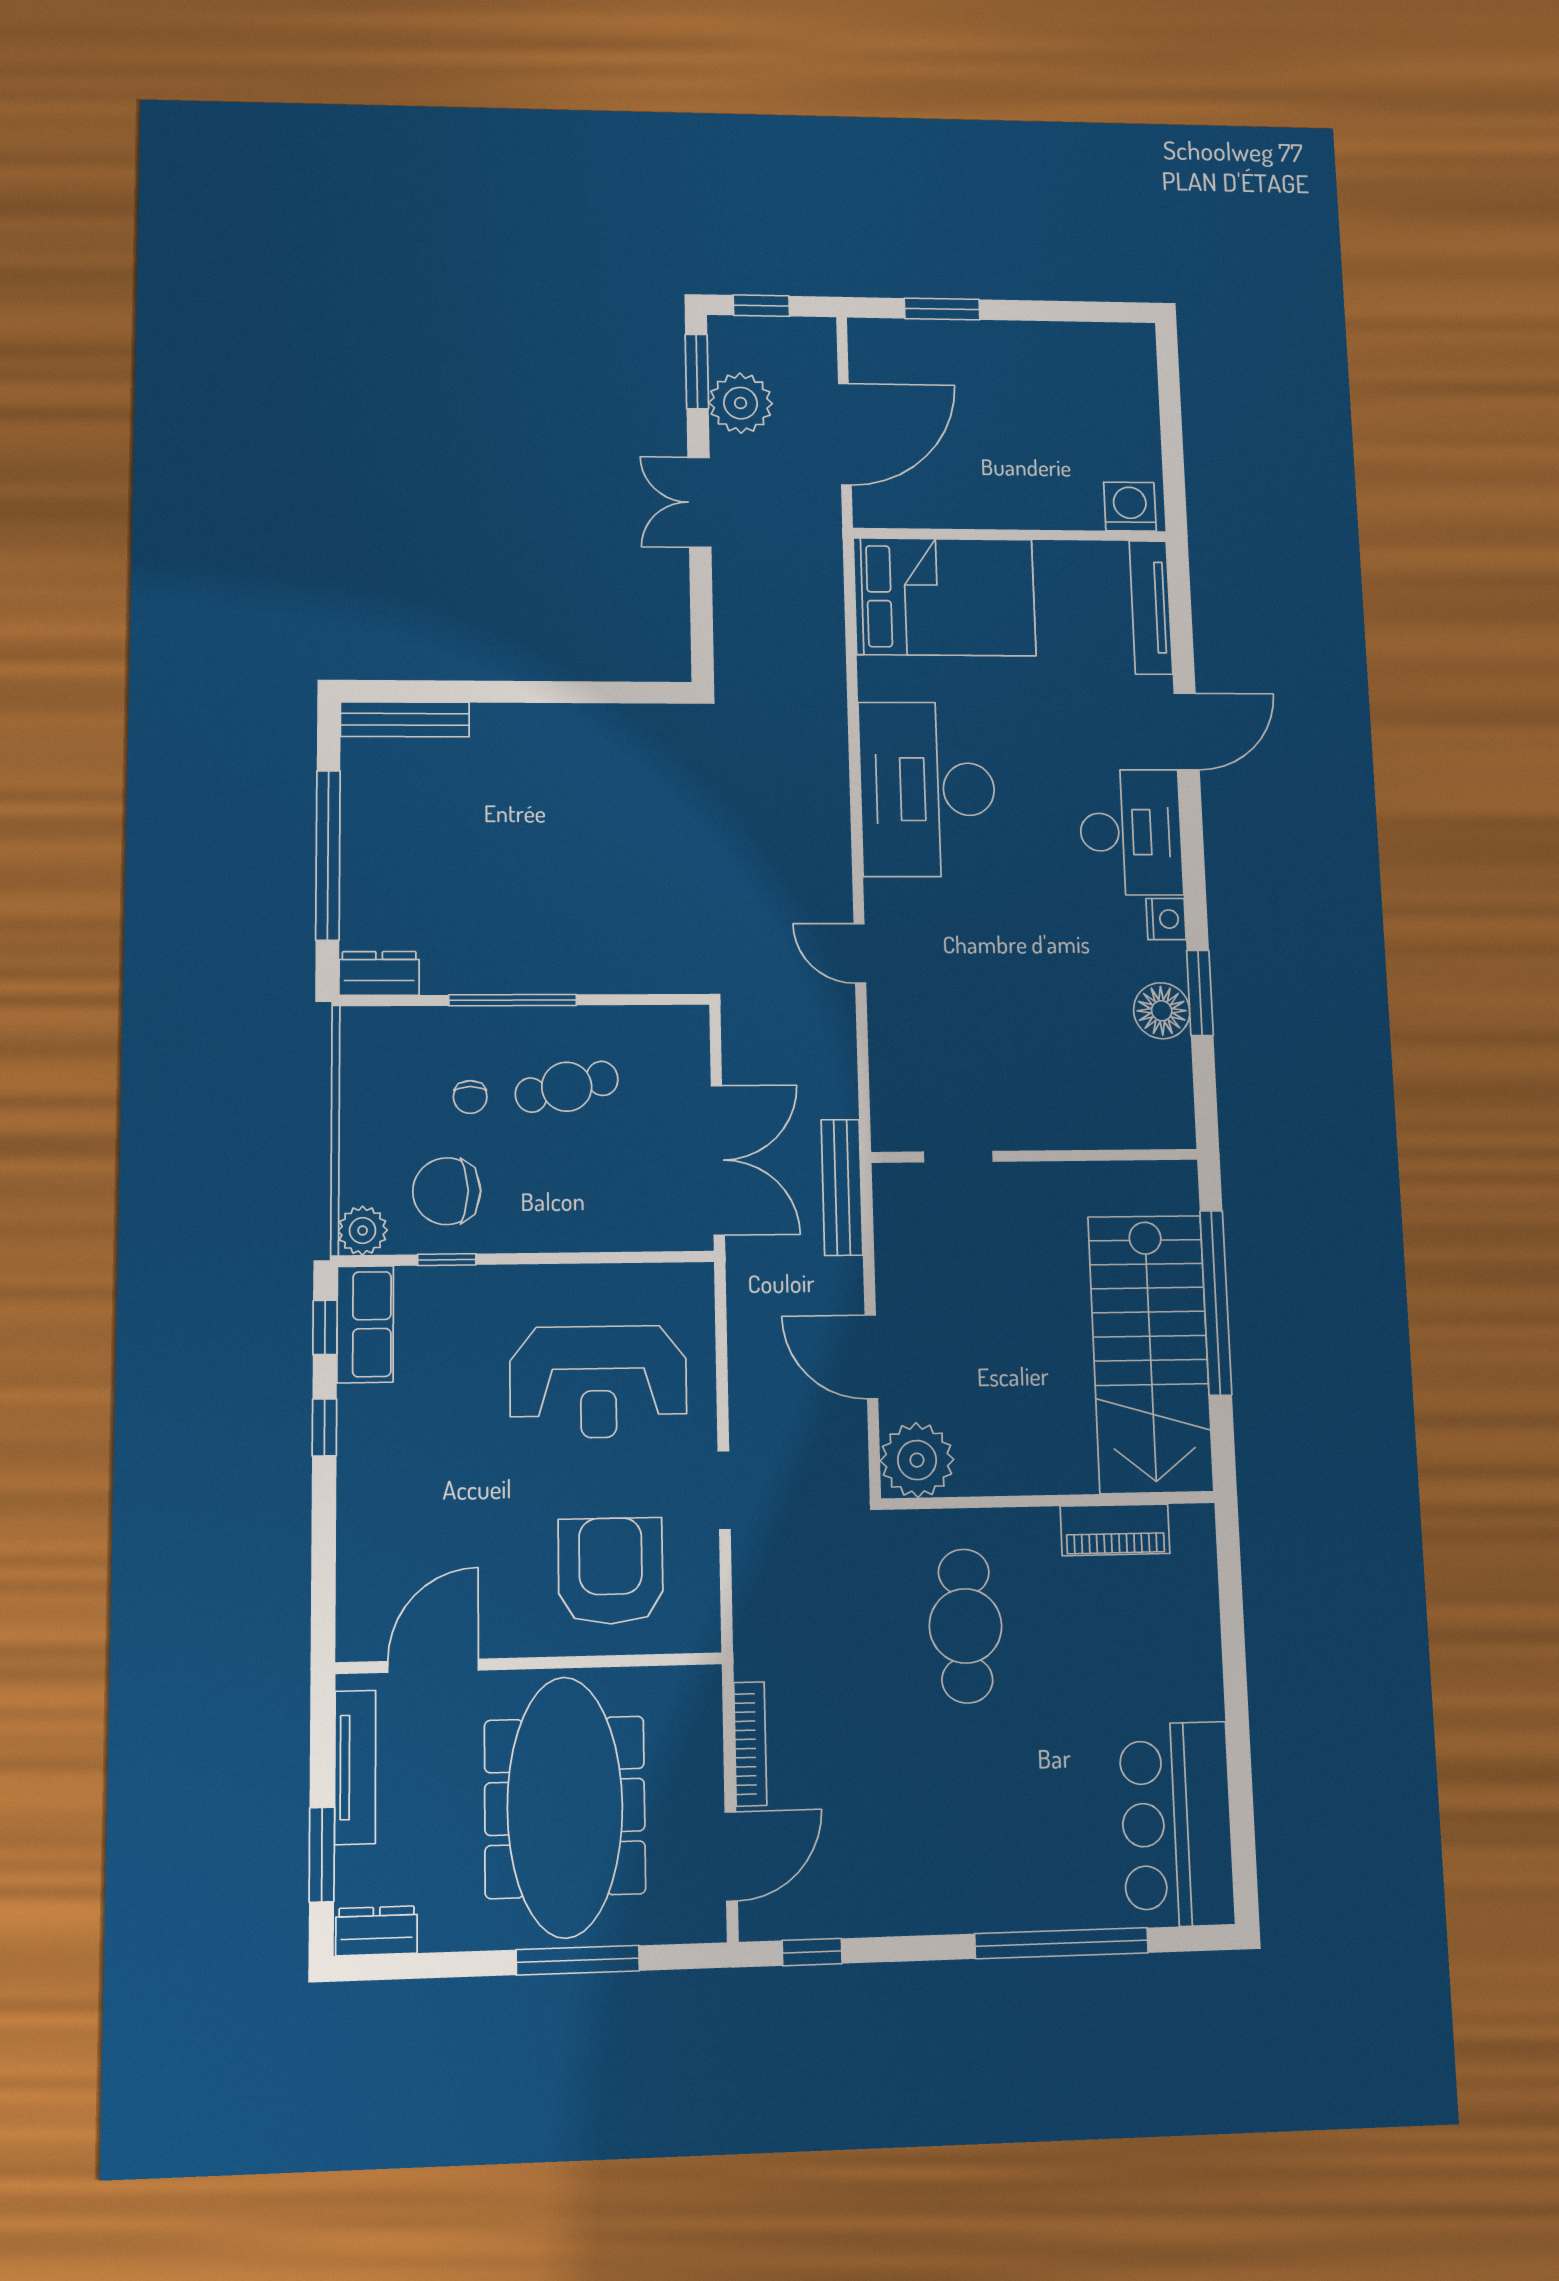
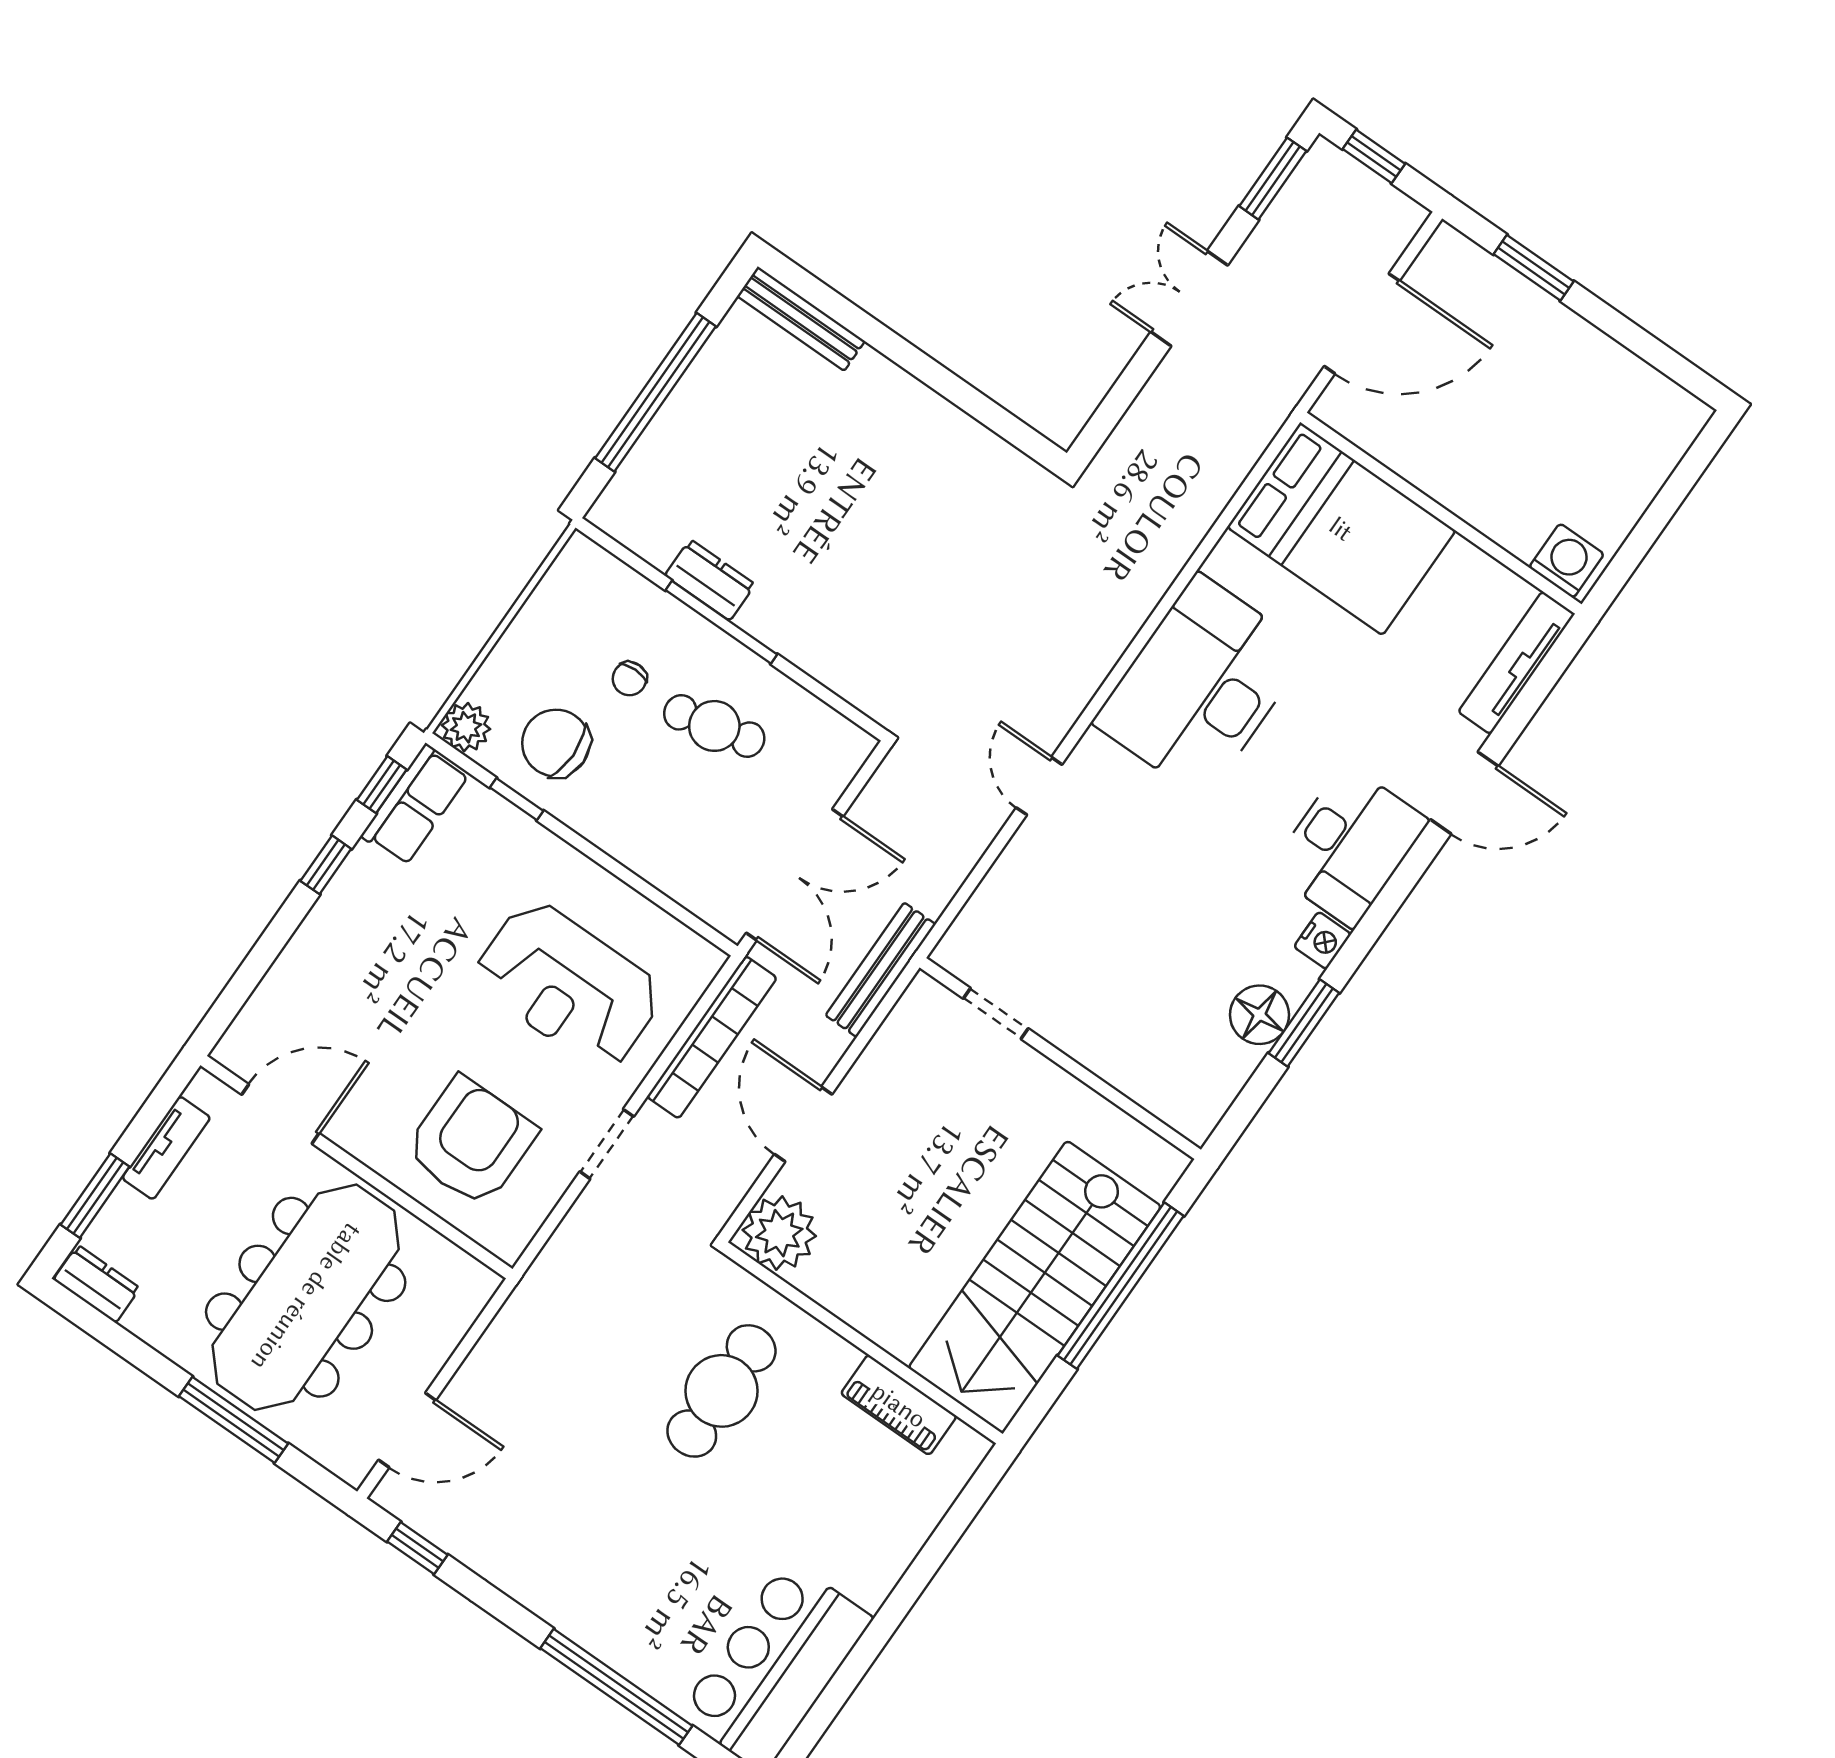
plant: (741, 403) -> (1290, 233), removed
dresser: (379, 973) -> (710, 580), moved
bookcase: (750, 1744) -> (712, 1037), moved, width x1.48, depth x1.31
tv unit: (355, 1767) -> (166, 1148), width x0.71

